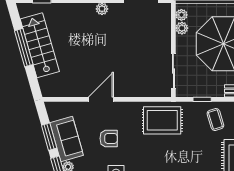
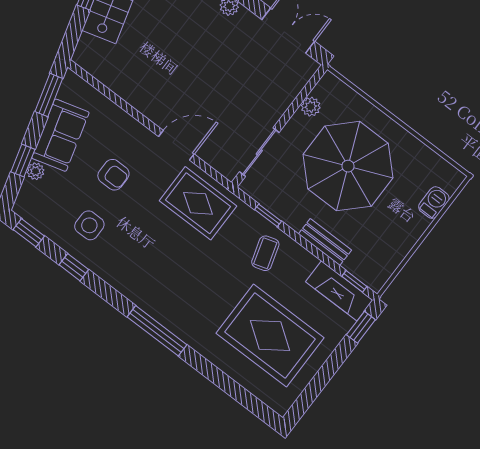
plant: (181, 15) -> (323, 90), removed
door: (101, 99) -> (176, 145), moved
window: (49, 137) -> (49, 95), moved

